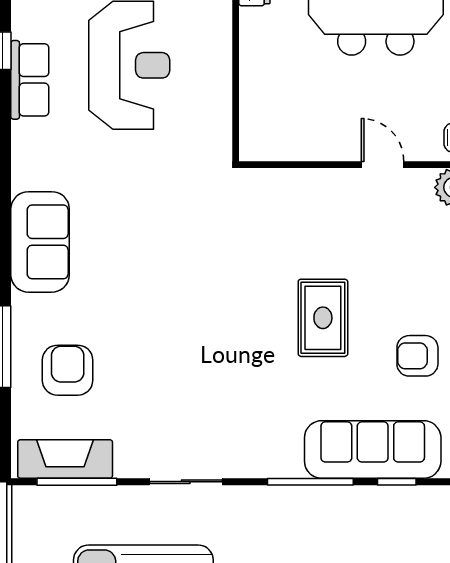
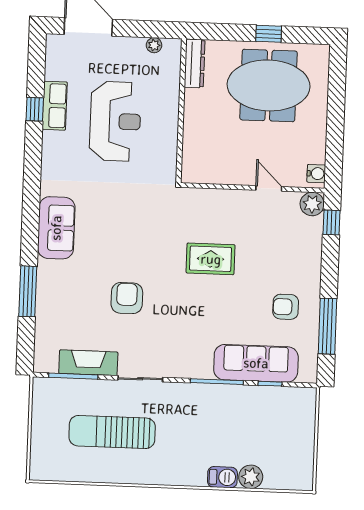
row of seats: (30, 80) -> (55, 106), moved
rug: (323, 318) -> (211, 259), moved, turned 90
armchair: (68, 370) -> (127, 298), moved
fireplace: (65, 459) -> (88, 363), moved

